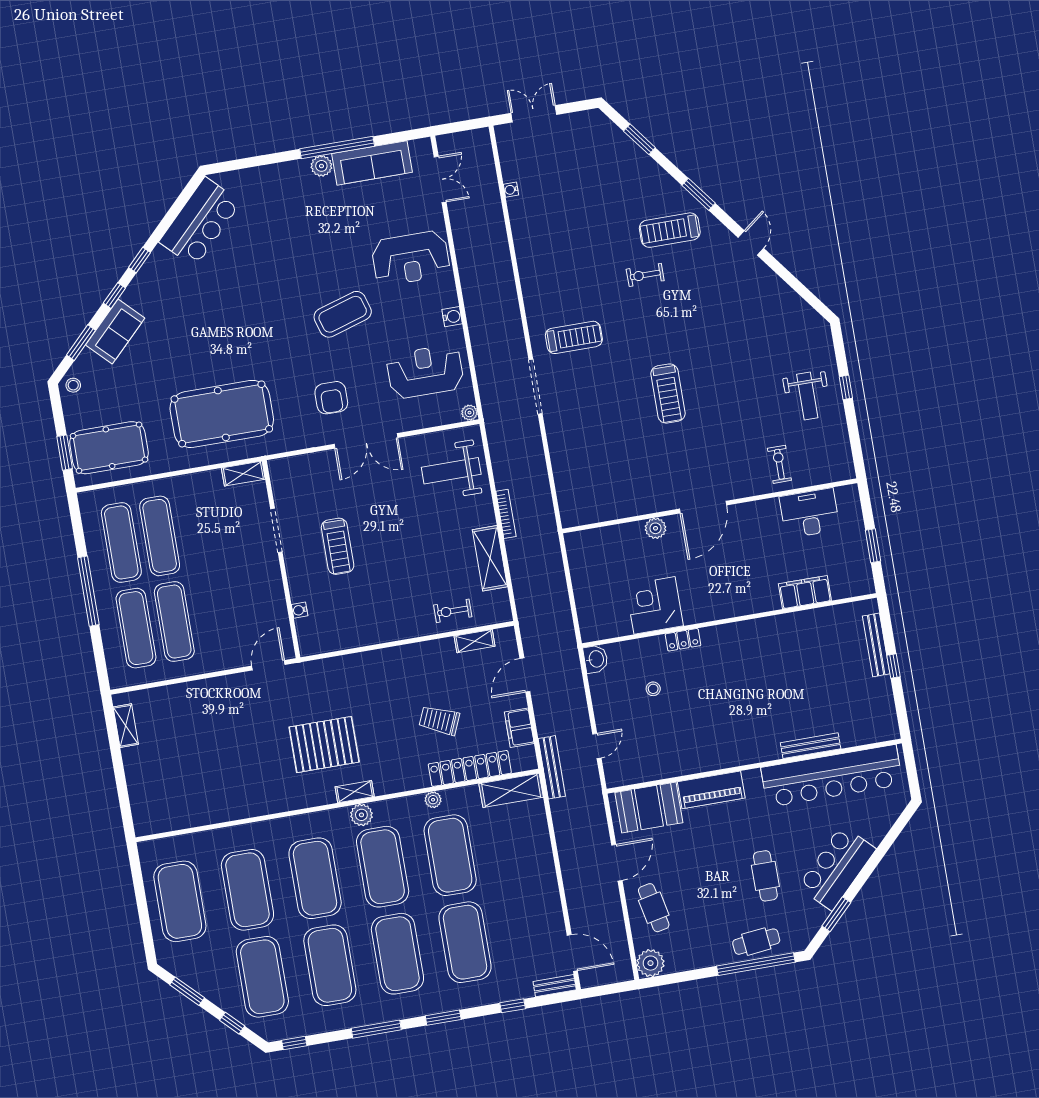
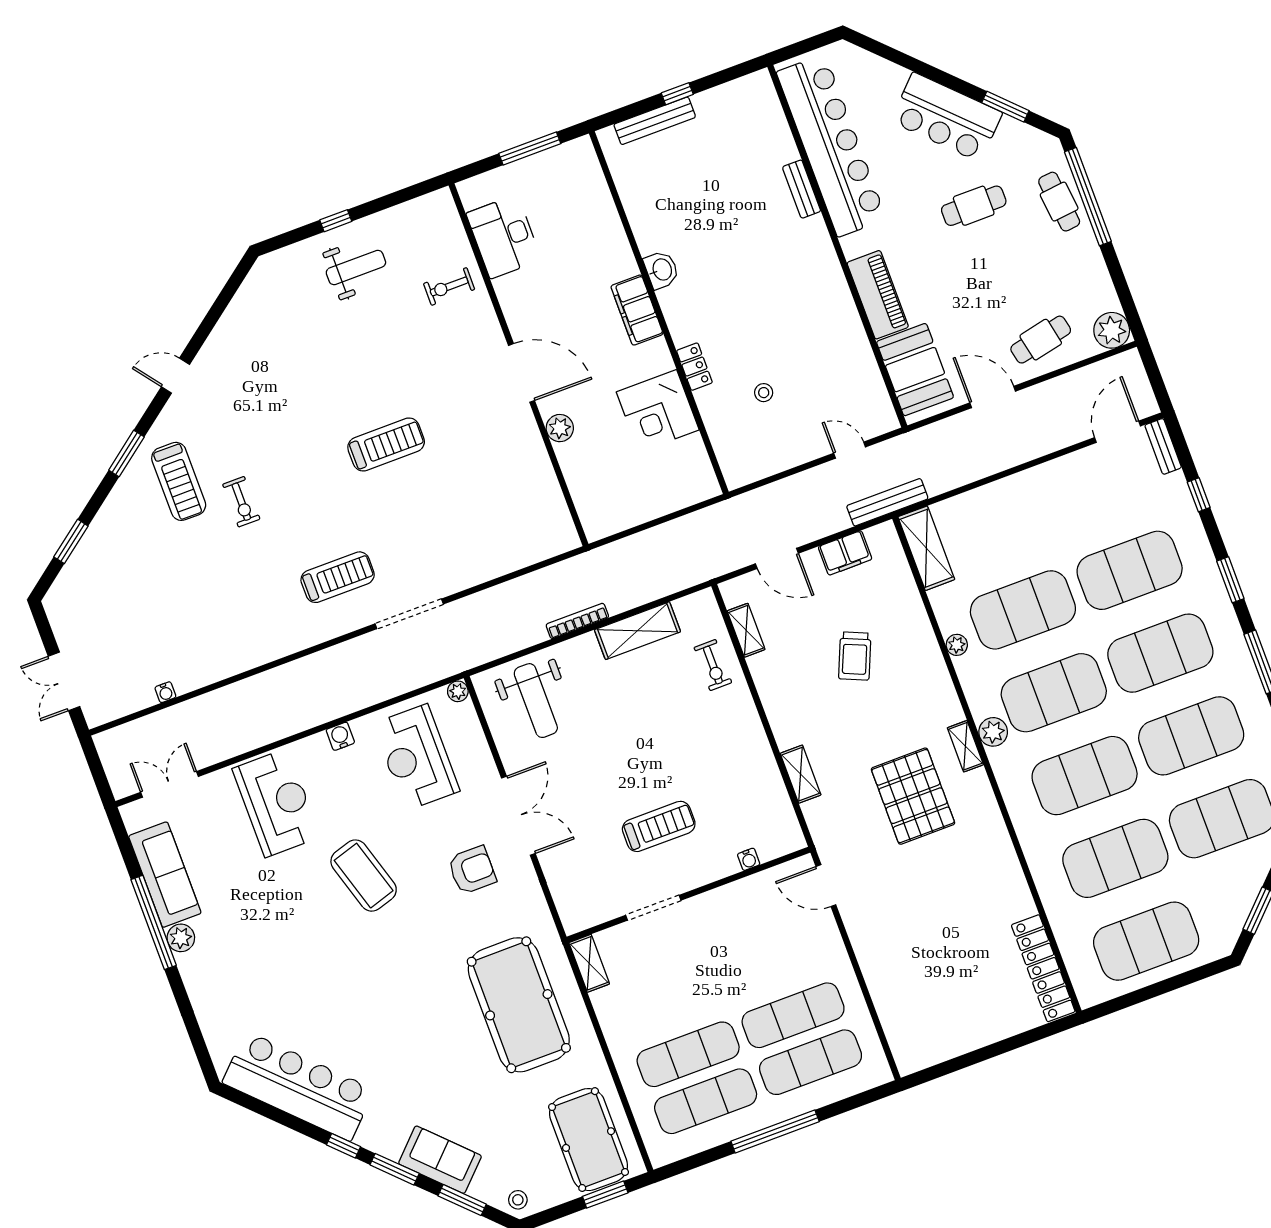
bar counter: (200, 222) -> (298, 1086), width x1.36
window: (114, 296) -> (395, 1169), width x1.50
treadmill: (574, 337) -> (338, 577), turned 90
window: (873, 546) -> (530, 148), width x1.44
filing cabinet: (805, 592) -> (637, 310), moved
washbasin: (596, 659) -> (661, 270), moved, turned 90
shelving: (126, 726) -> (801, 774), moved, turned 90
bench: (811, 746) -> (802, 189), width x0.73
locker: (470, 768) -> (1043, 968), moved

